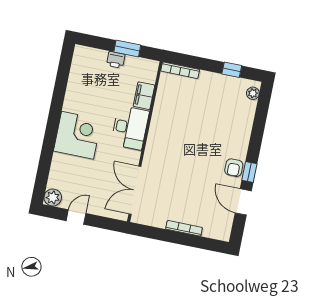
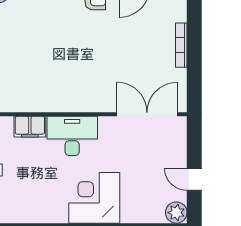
double door: (135, 190) -> (147, 114), swing flipped

